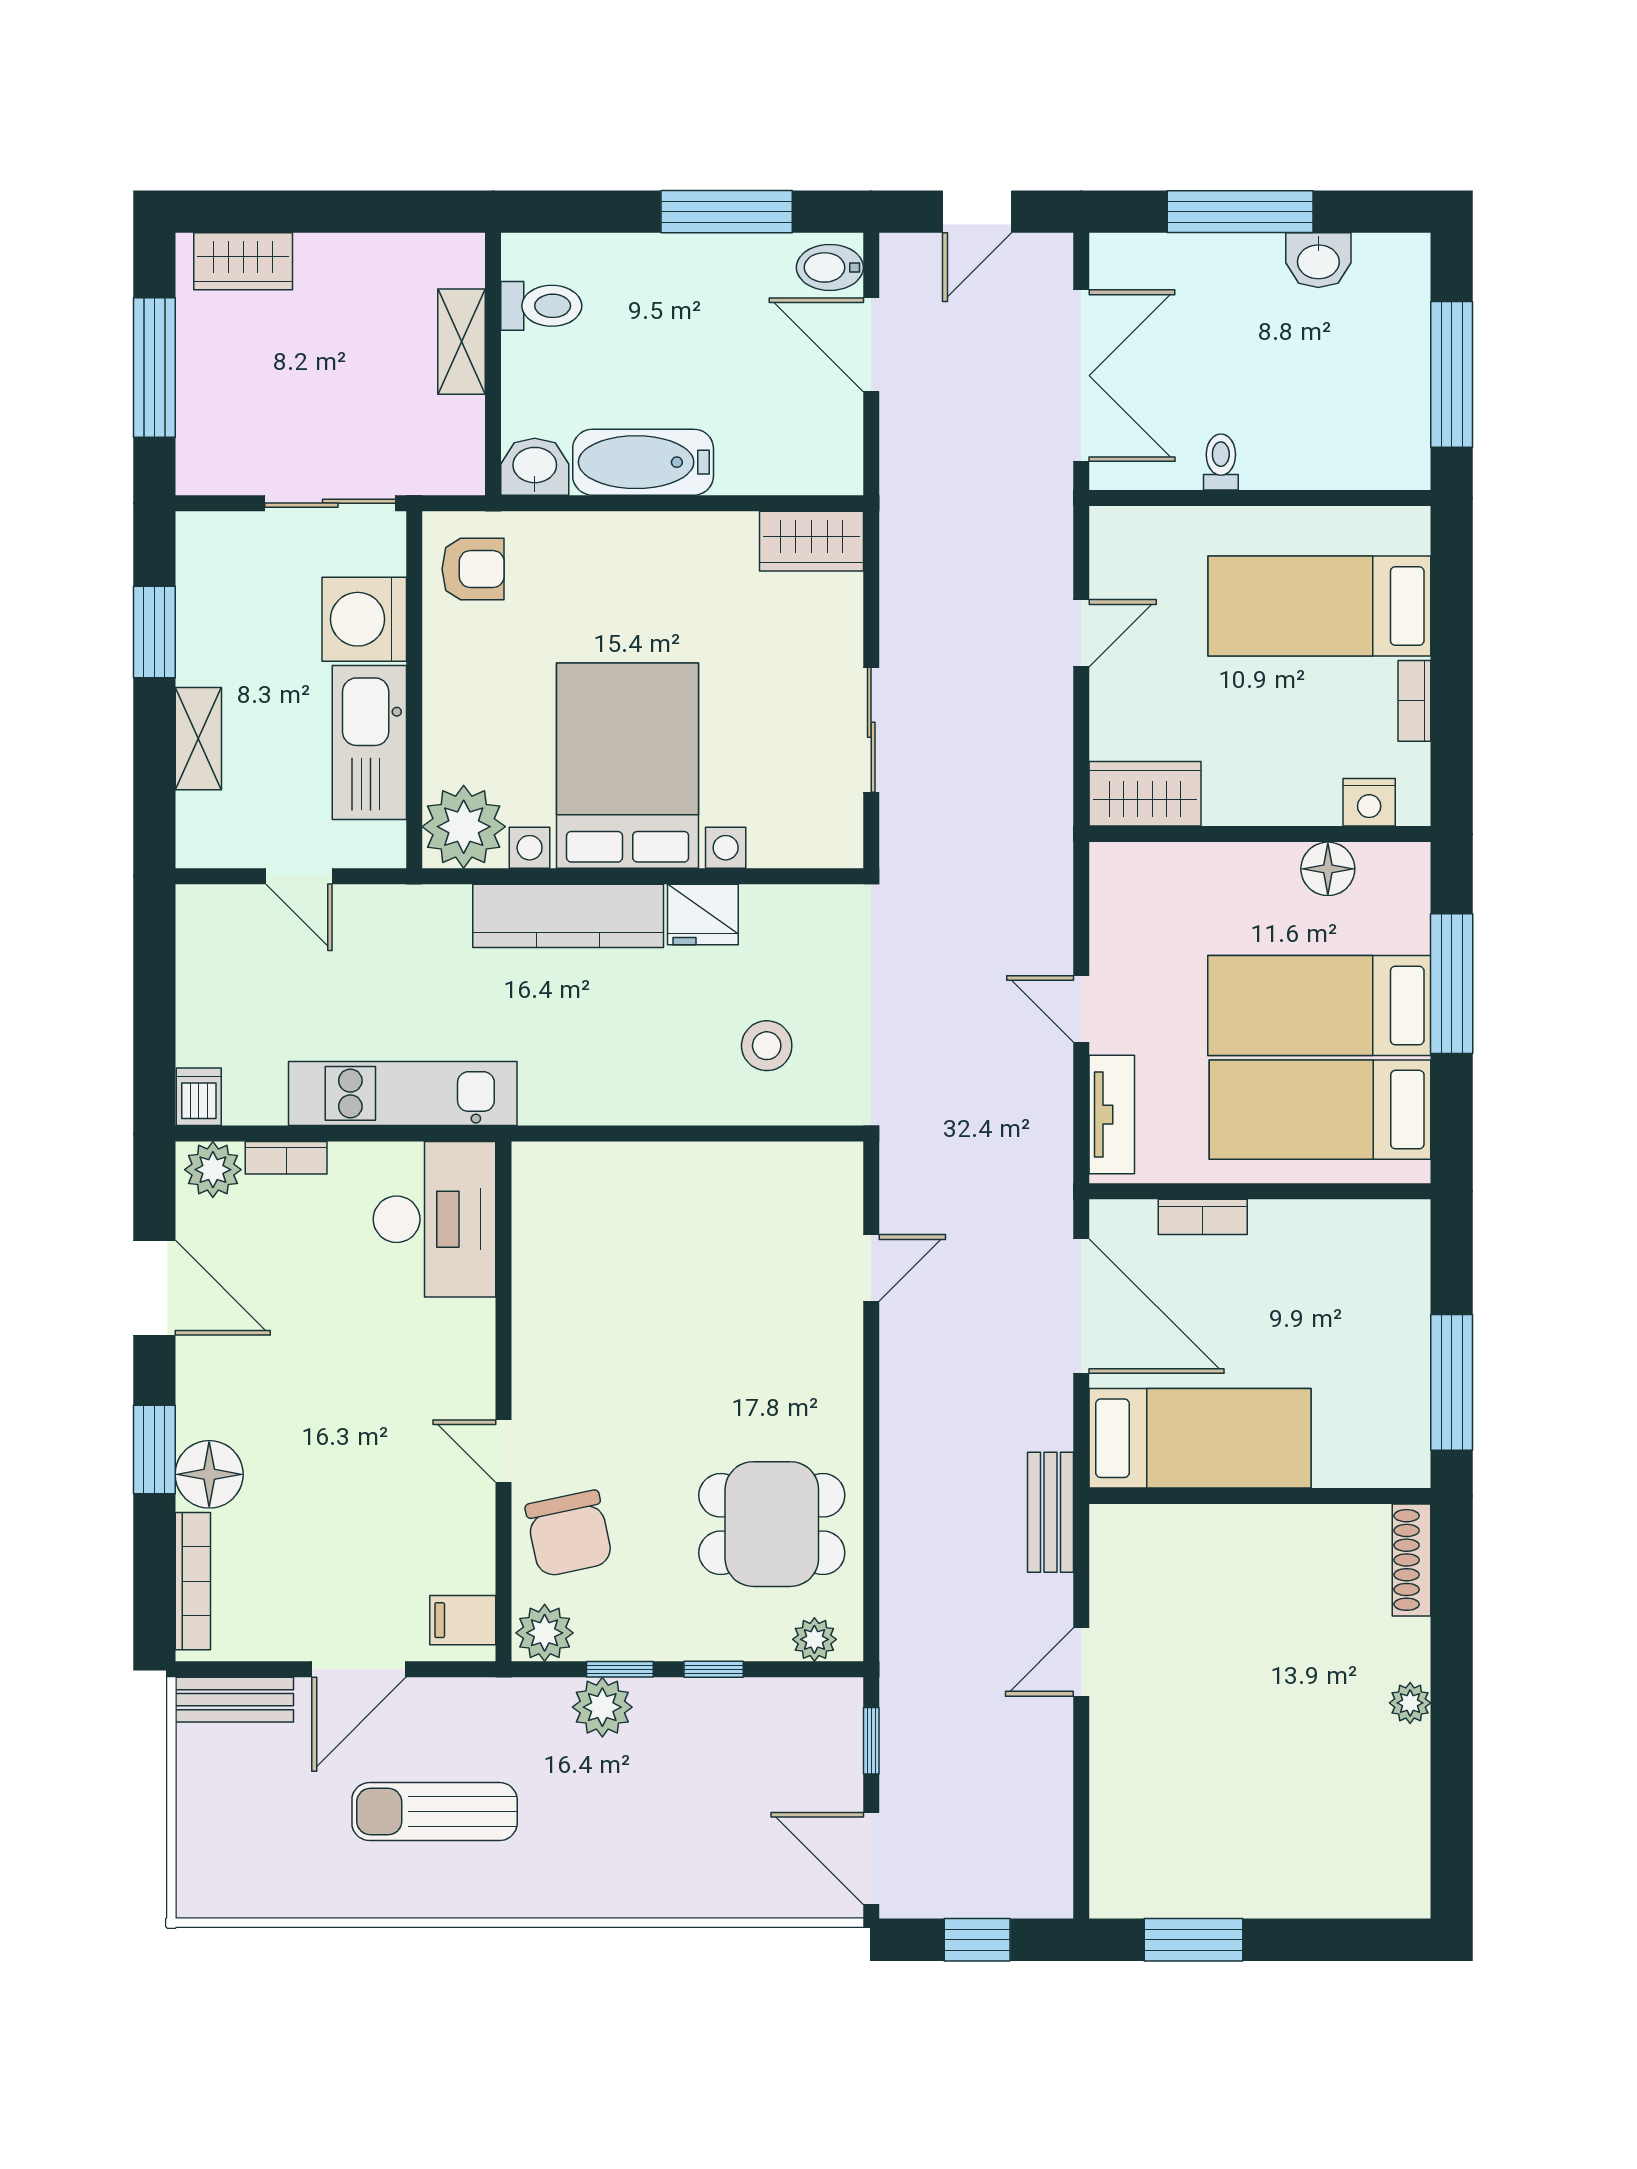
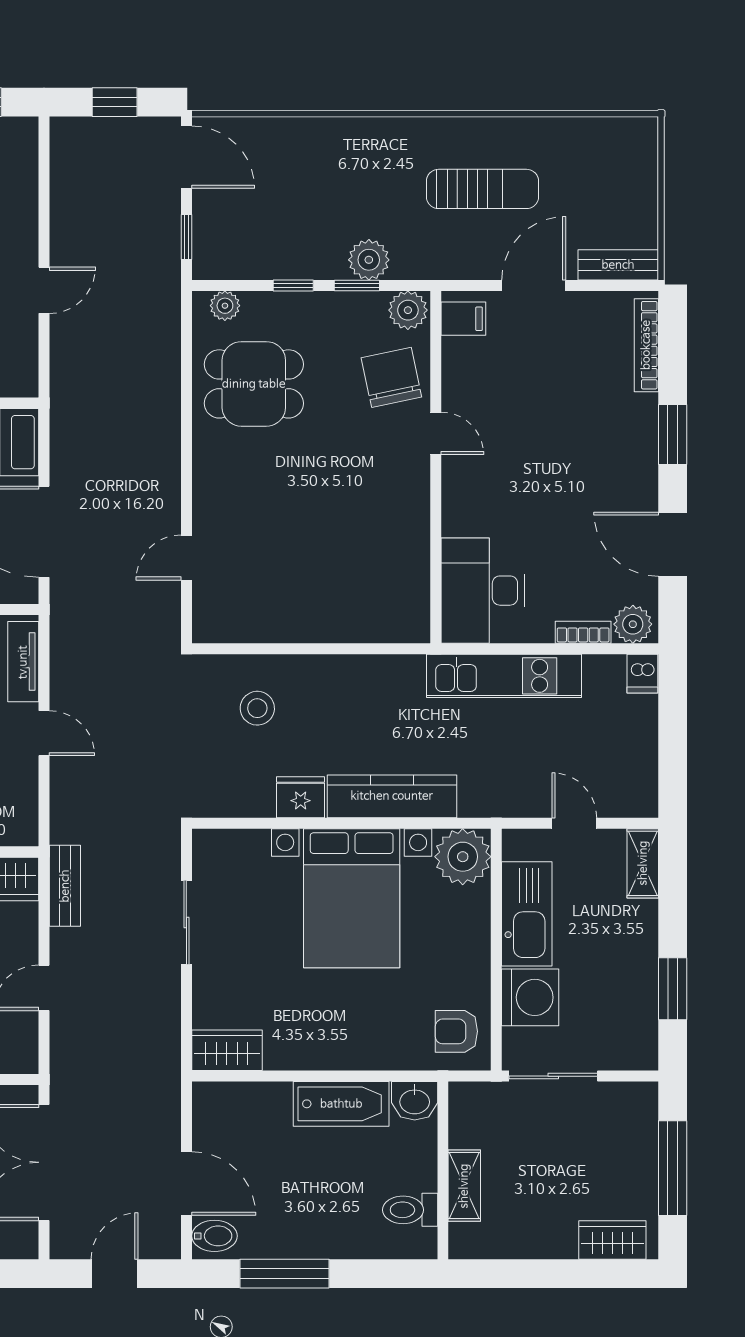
shelving: (198, 739) -> (643, 863), moved
floor lamp: (209, 1474) -> (635, 418), removed
bench: (1051, 1512) -> (65, 886), moved

